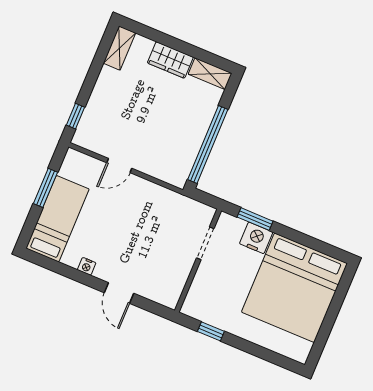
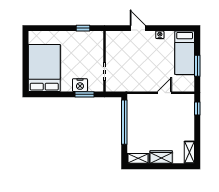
bed: (294, 288) -> (44, 68), width x0.73

